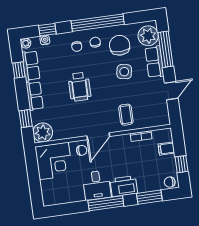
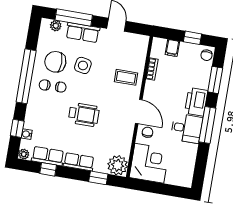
plant: (148, 36) -> (56, 26), width x0.53, depth x0.53
chair: (77, 47) -> (61, 87), moved

